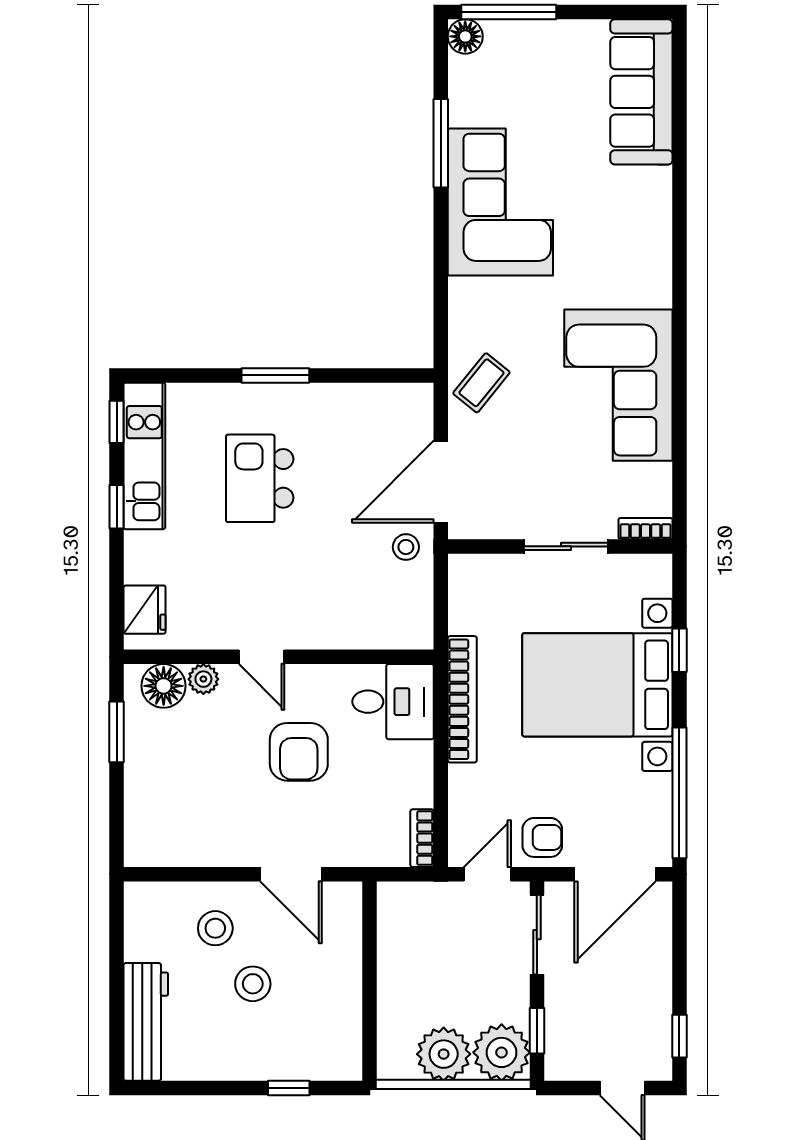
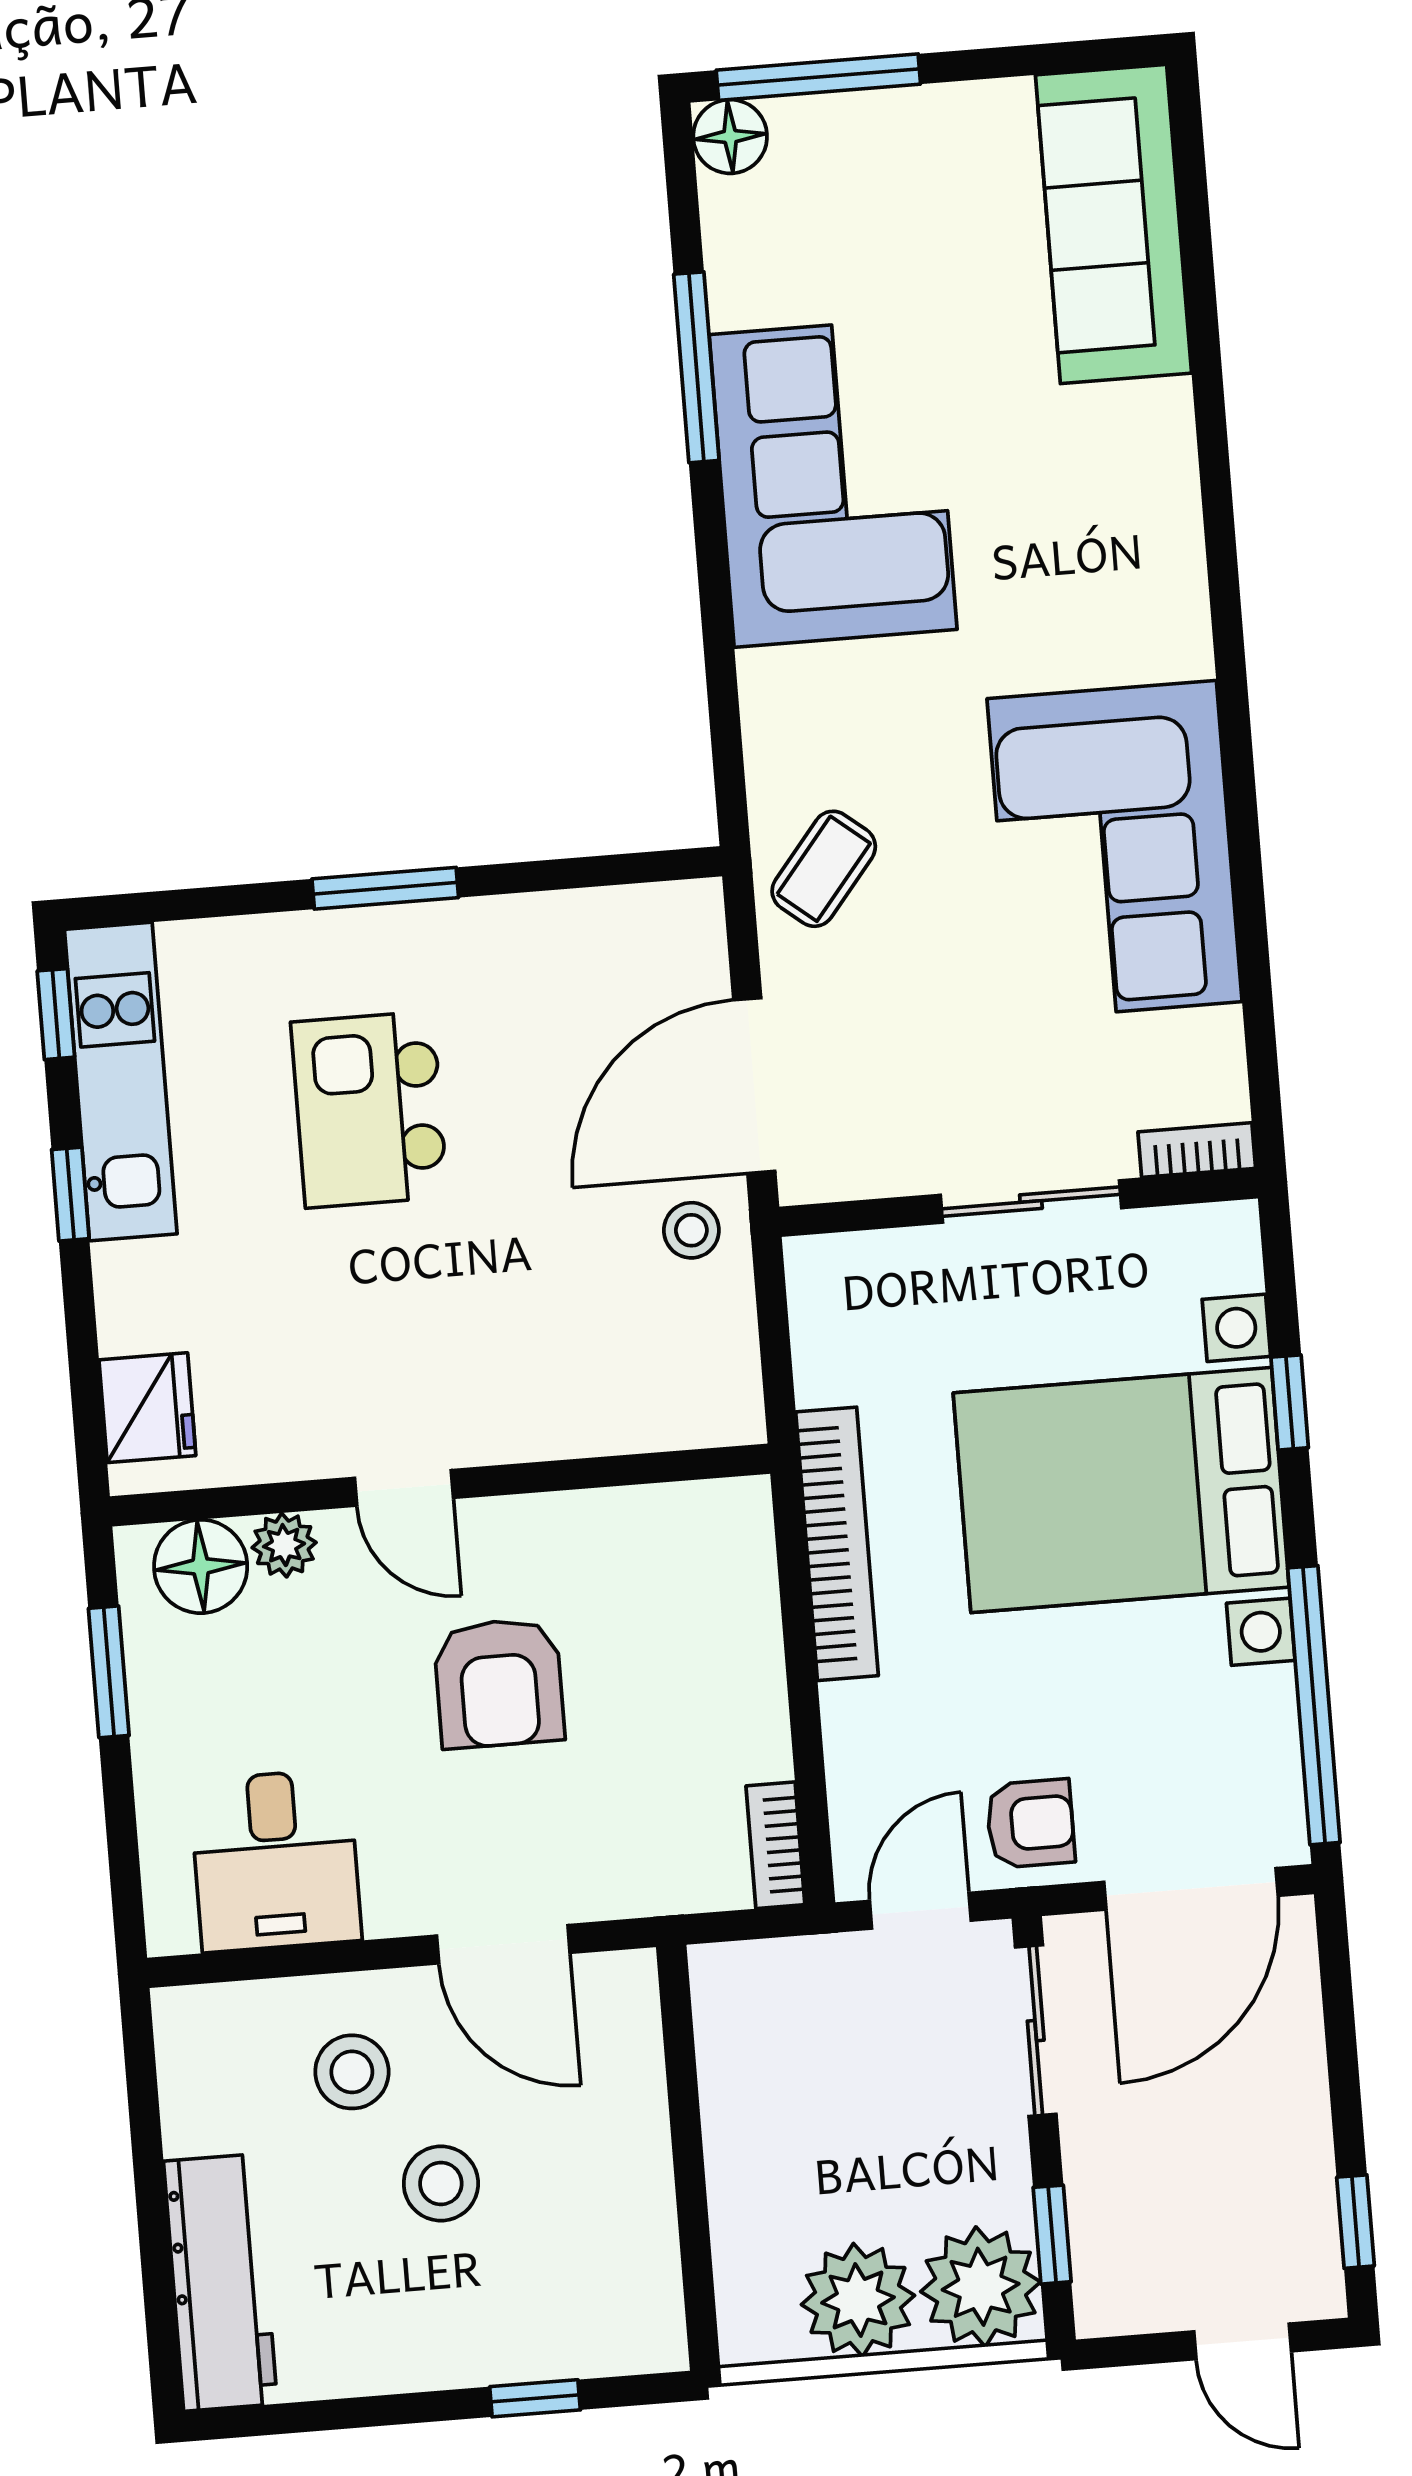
desk: (393, 702) -> (276, 1860), moved, turned 90

